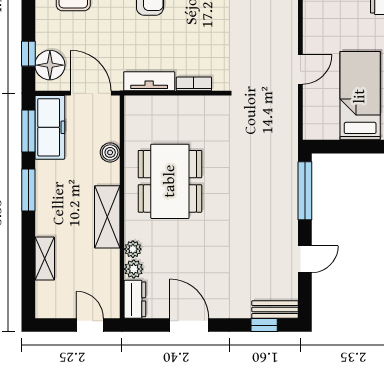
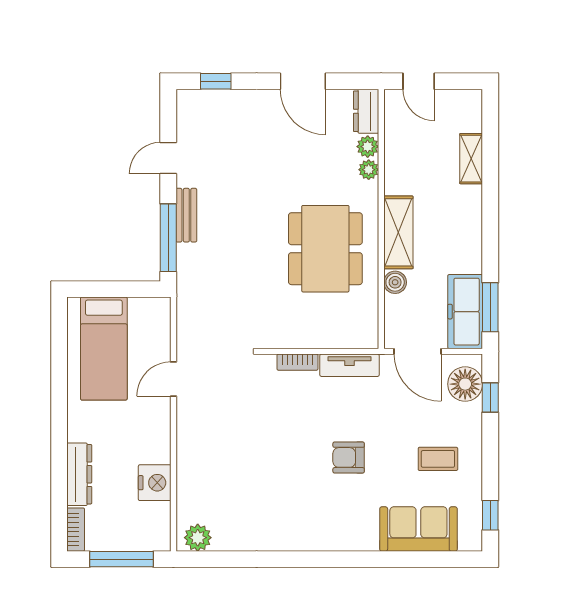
window: (28, 190) -> (490, 238), removed
shelving: (107, 217) -> (398, 232), moved
bench: (275, 310) -> (186, 215), moved, turned 90

